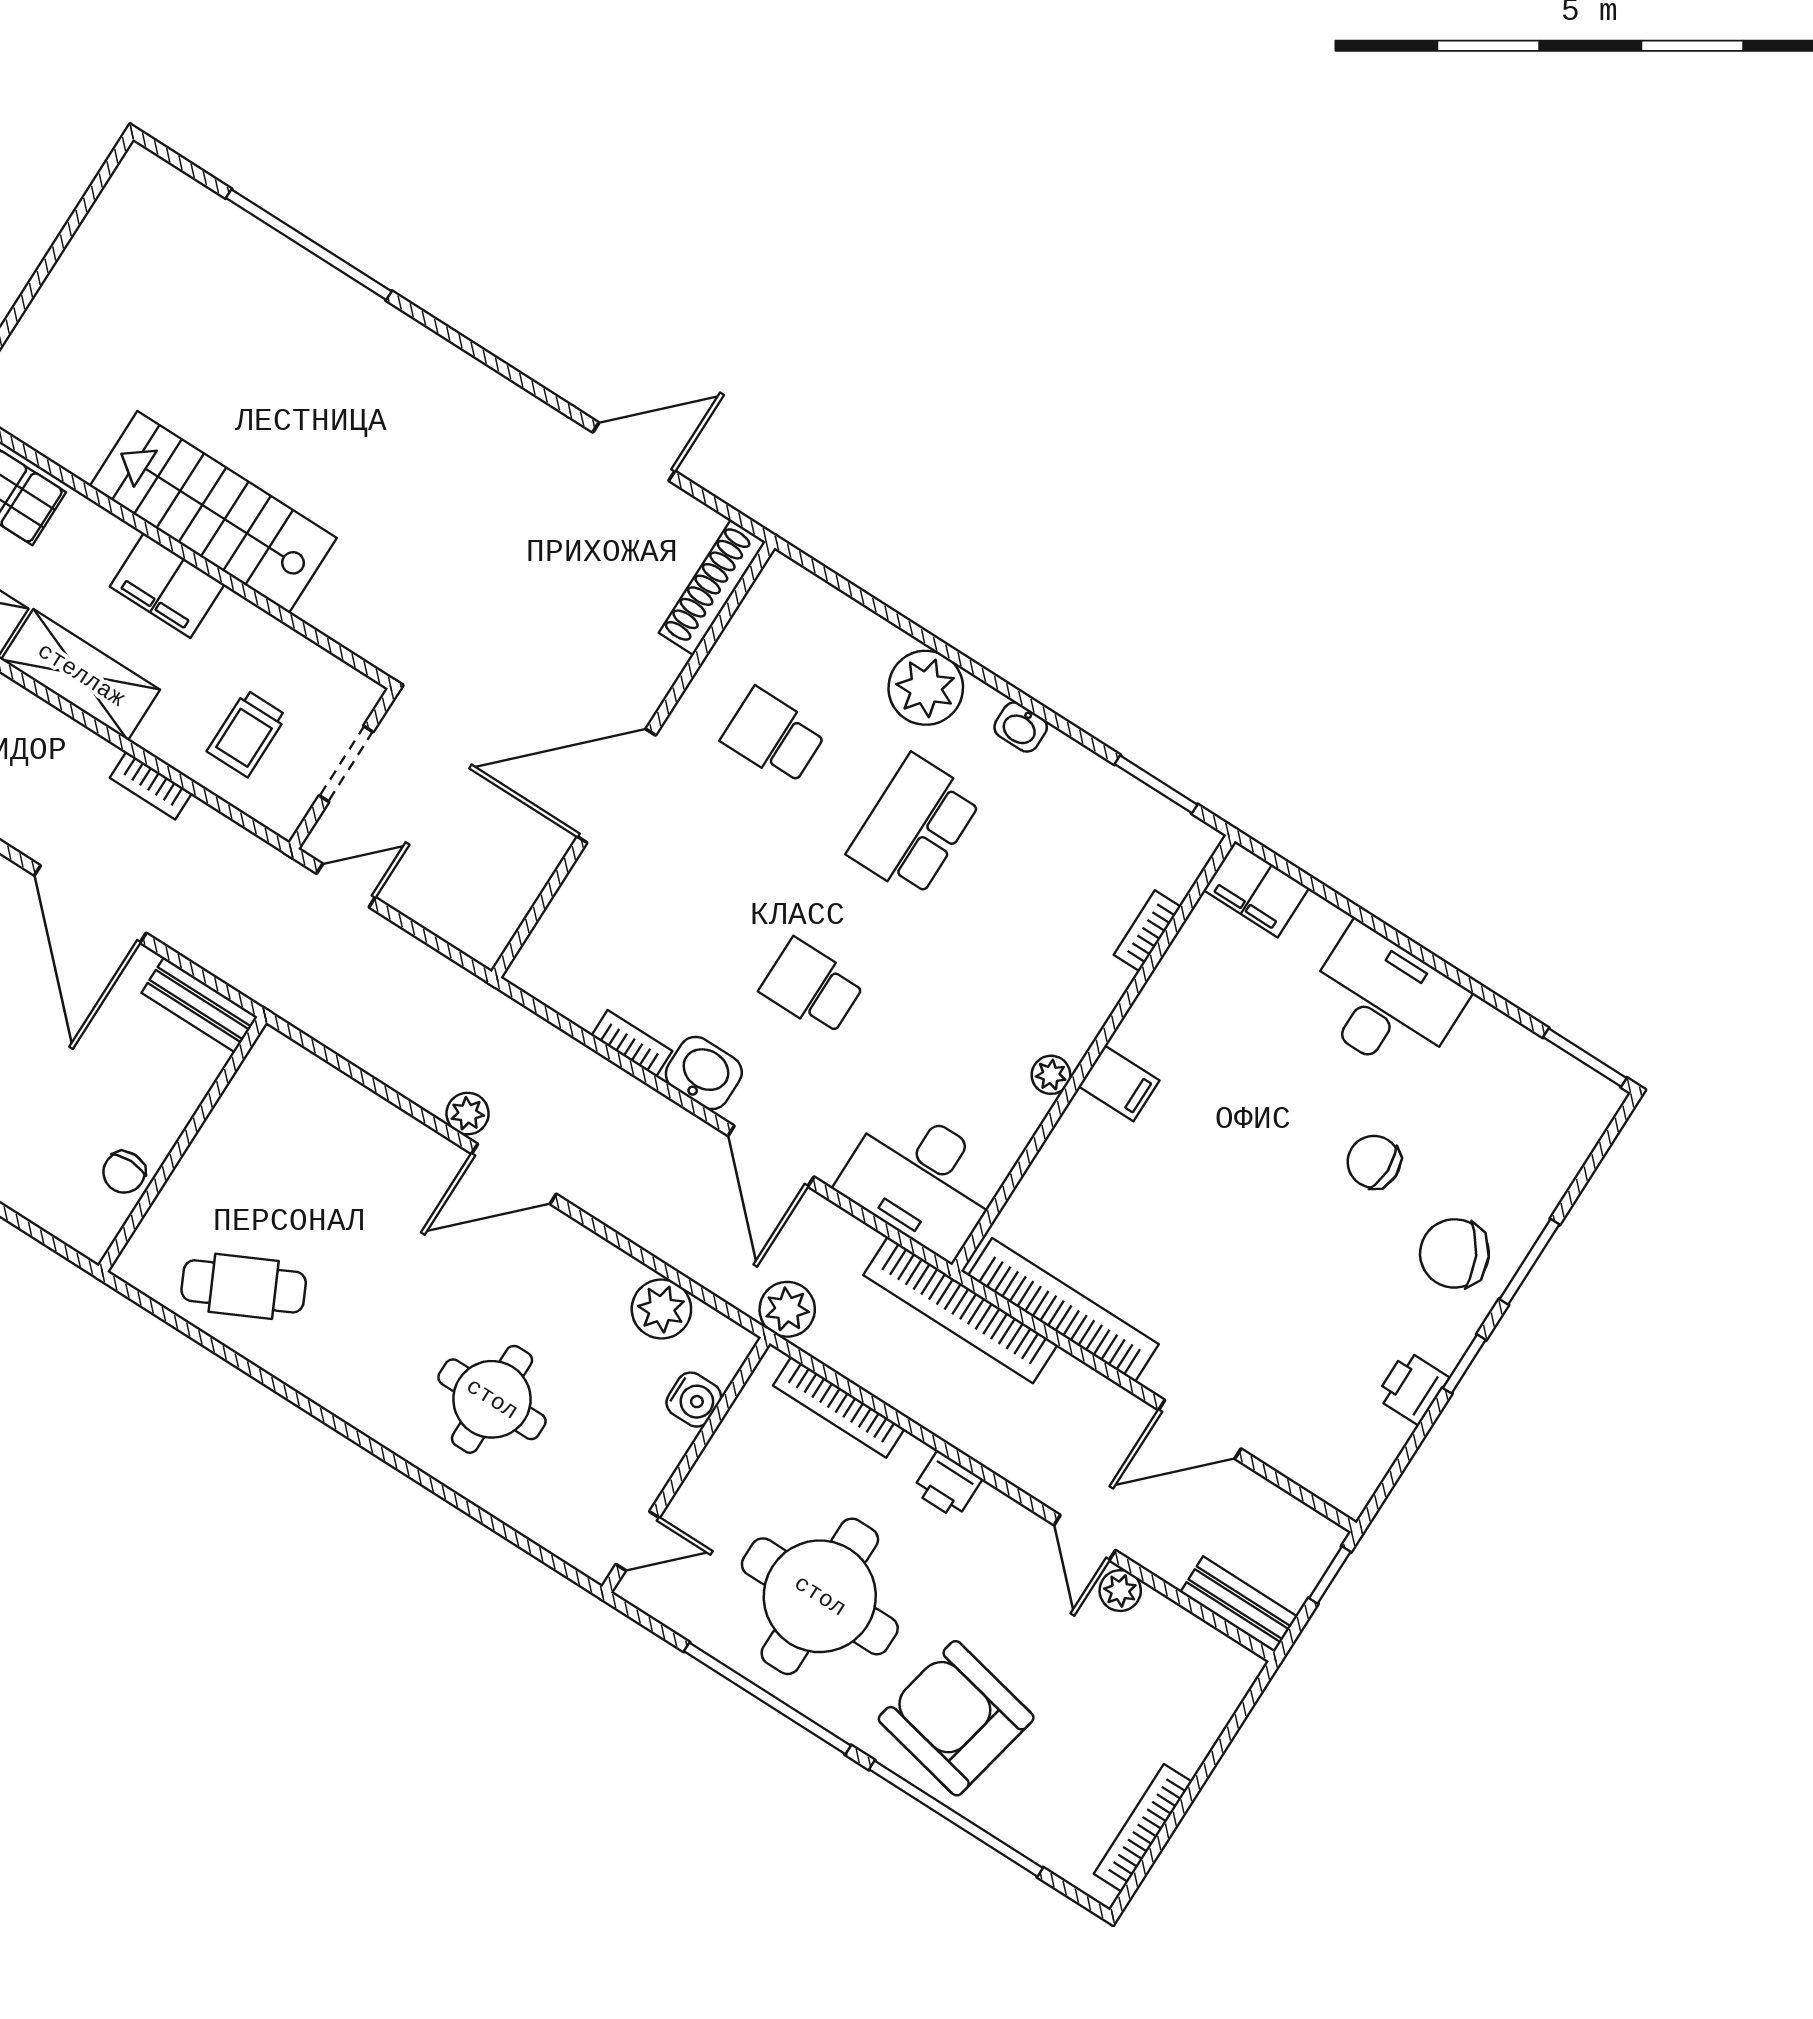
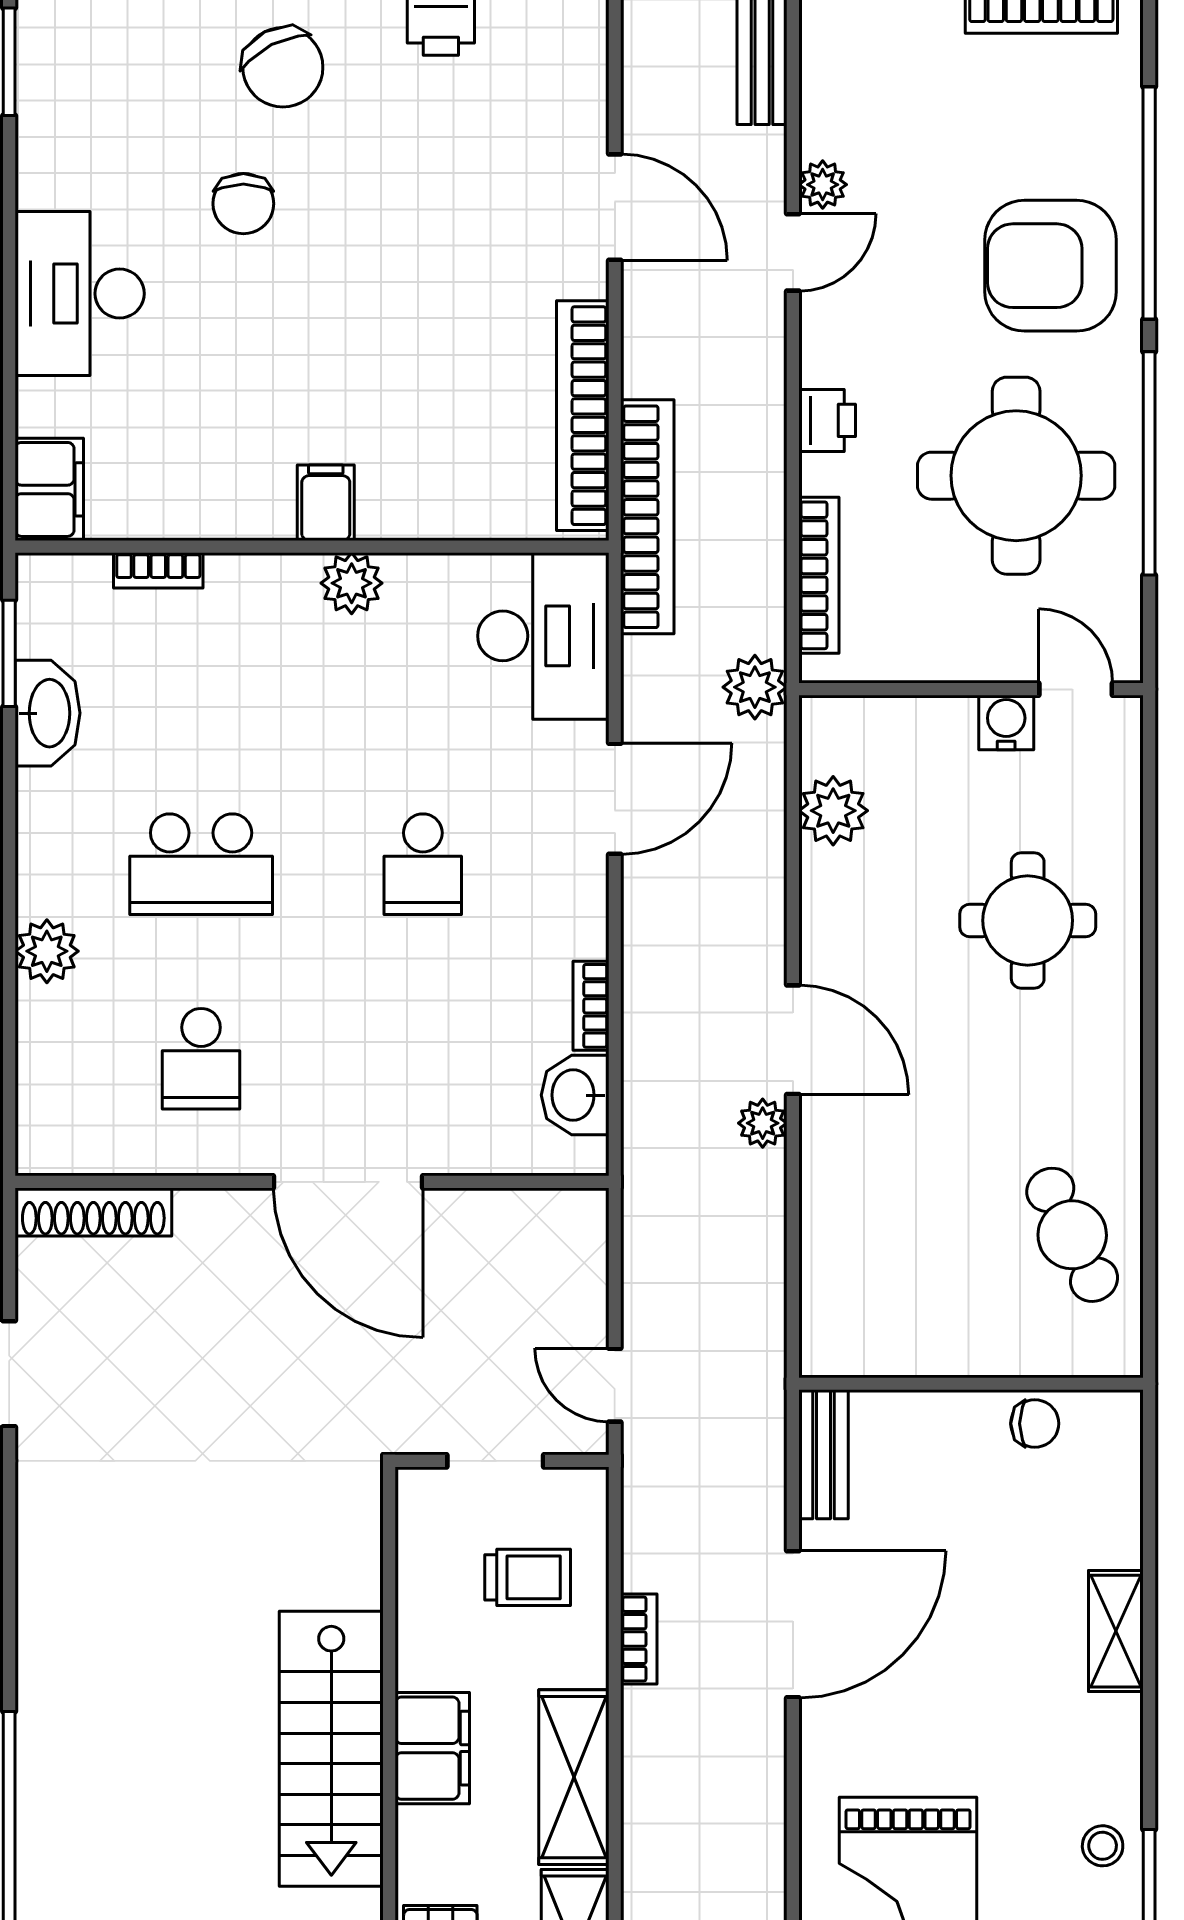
plant: (926, 688) -> (47, 951), width x0.73, depth x0.73
washbasin: (1021, 727) -> (48, 713), moved, width x1.91, depth x1.45
washbasin: (704, 1073) -> (575, 1095), moved
plant: (1051, 1075) -> (352, 583), width x1.38, depth x1.38
water cooler: (694, 1400) -> (1006, 722), moved
armchair: (956, 1718) -> (1051, 266), turned 78

